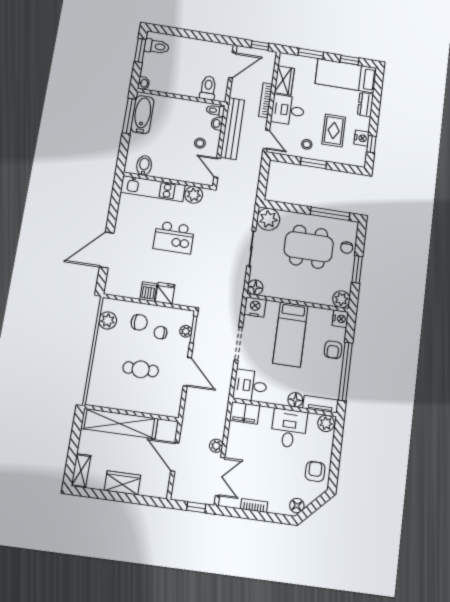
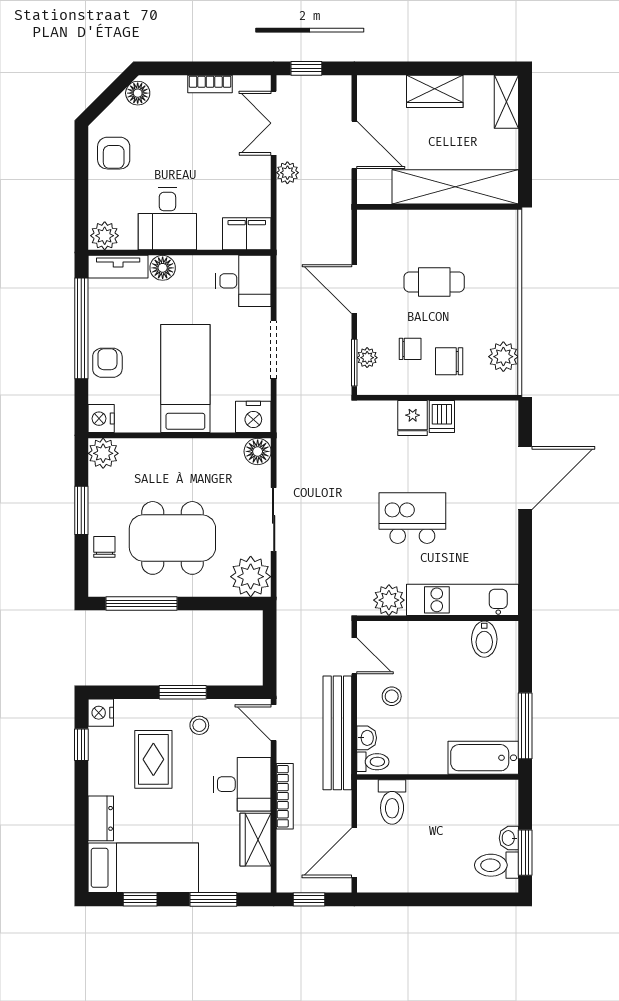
washbasin: (144, 83) -> (509, 838), moved
bathtub: (142, 115) -> (483, 758), moved, turned 90
nightstand: (362, 138) -> (101, 713), moved

